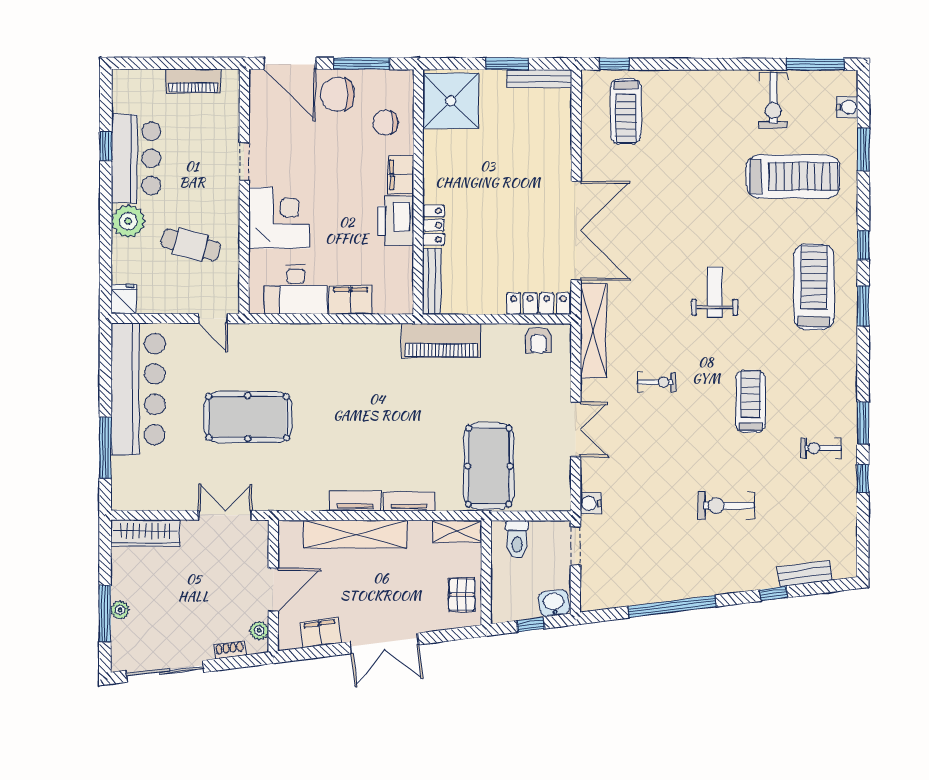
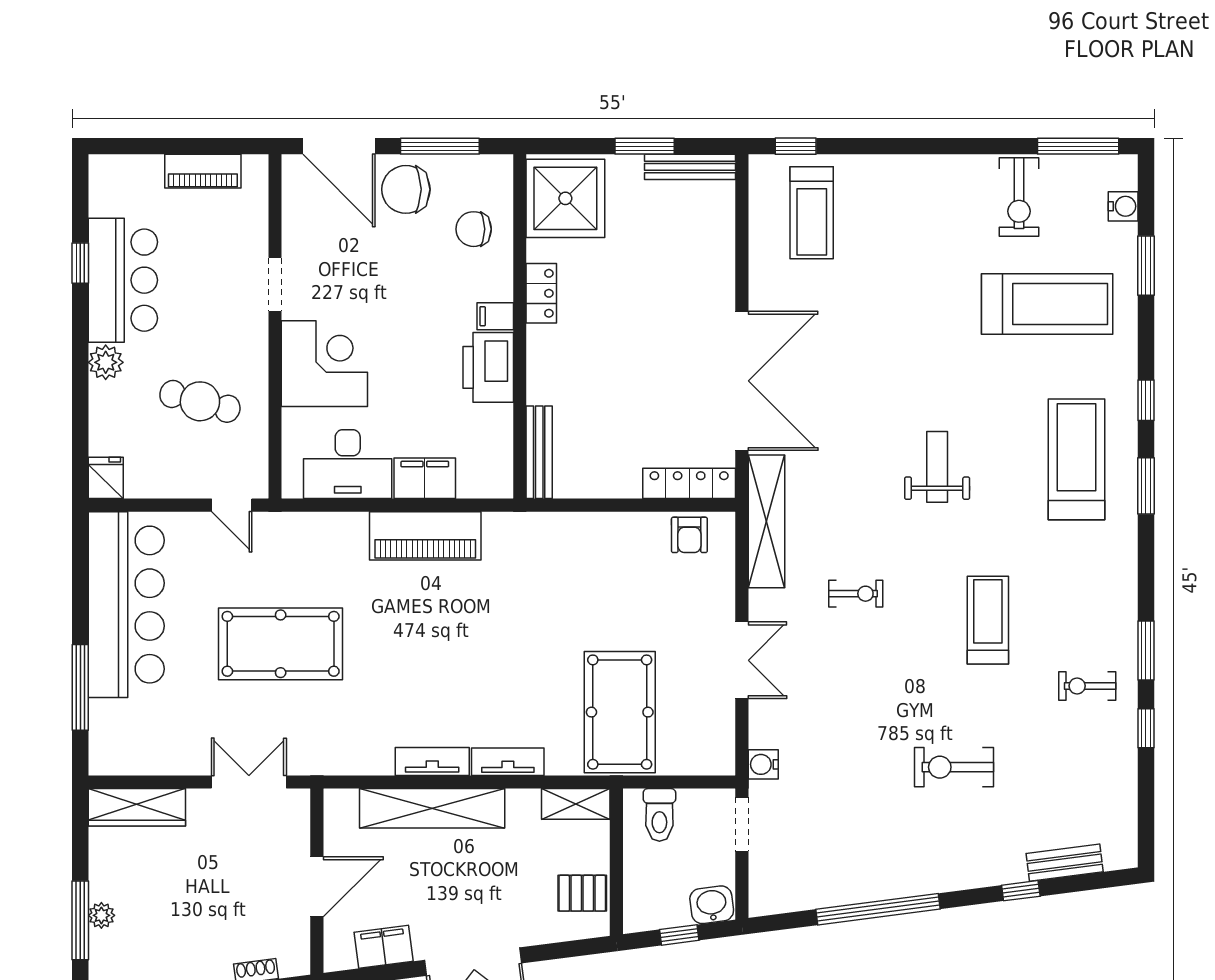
filing cabinet: (401, 175) -> (495, 316), width x0.50
plant: (128, 221) -> (106, 362), width x0.73, depth x0.73
locker: (433, 225) -> (541, 293), moved
piano: (441, 341) -> (425, 536), moved
pallet: (462, 595) -> (582, 893), turned 90
plant: (259, 631) -> (297, 944), removed

